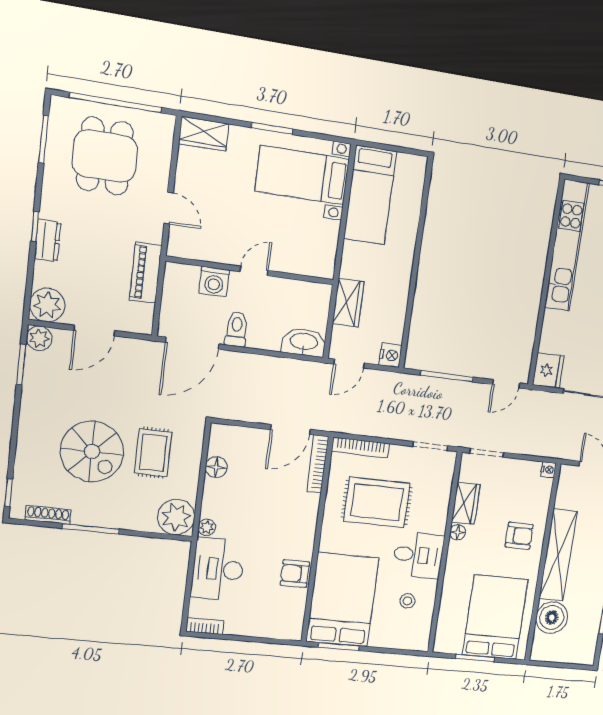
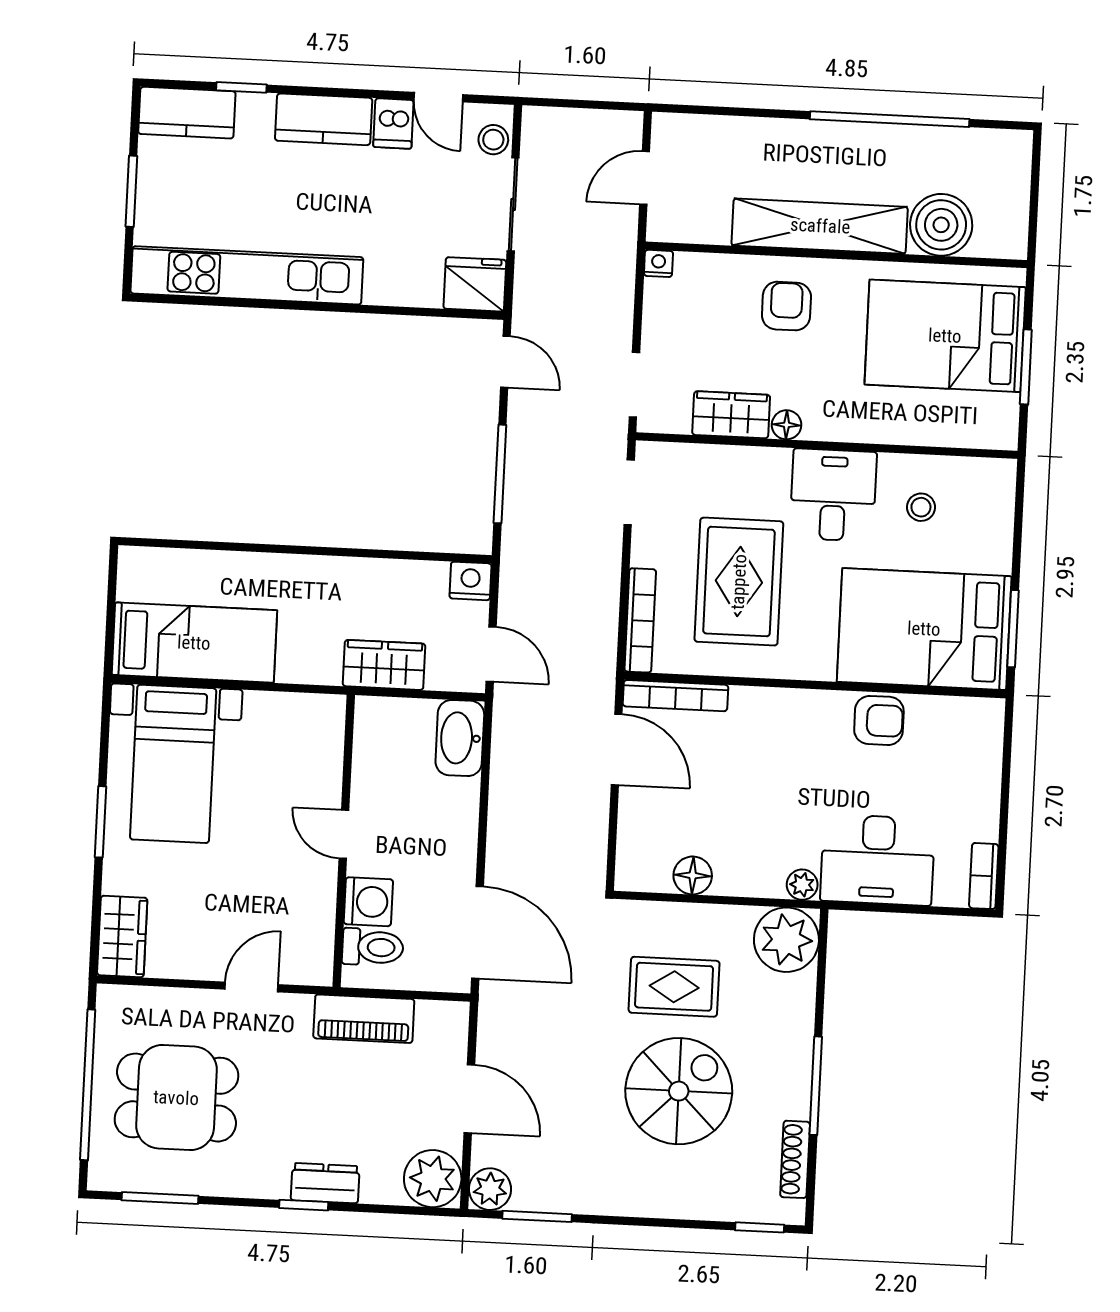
toilet: (236, 329) -> (373, 947), moved, turned 180
armchair: (295, 574) -> (879, 720), turned -90

